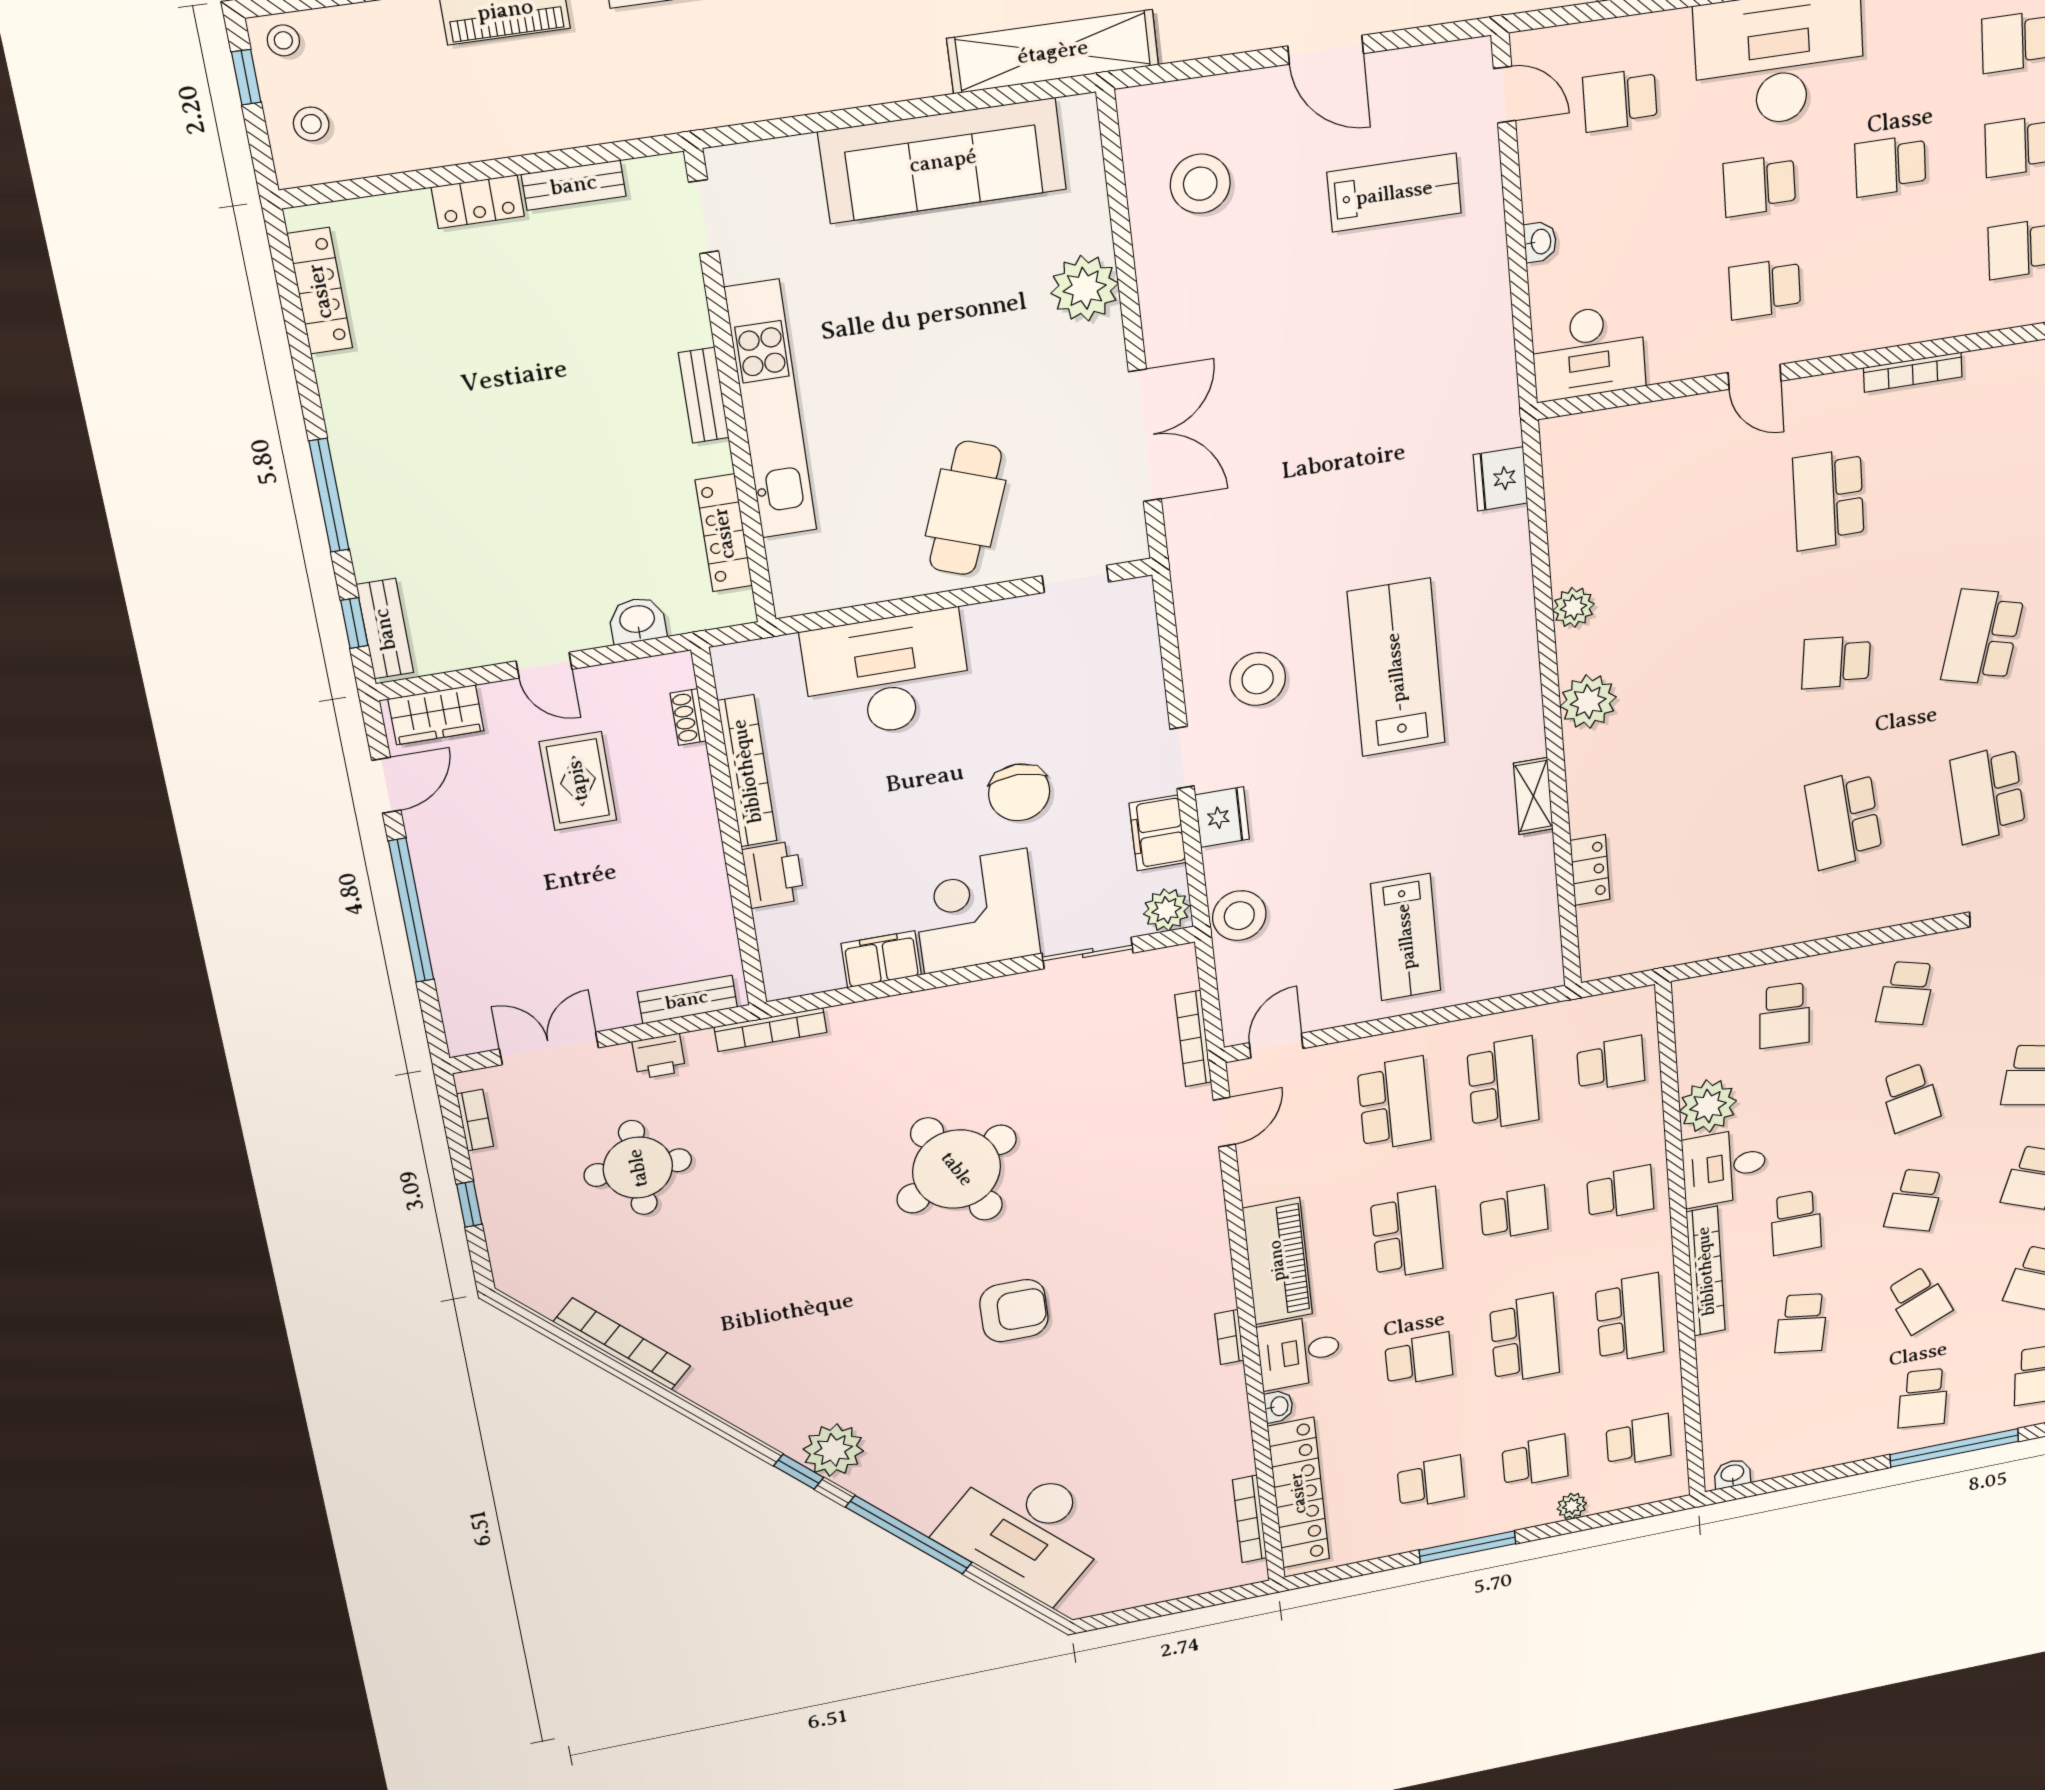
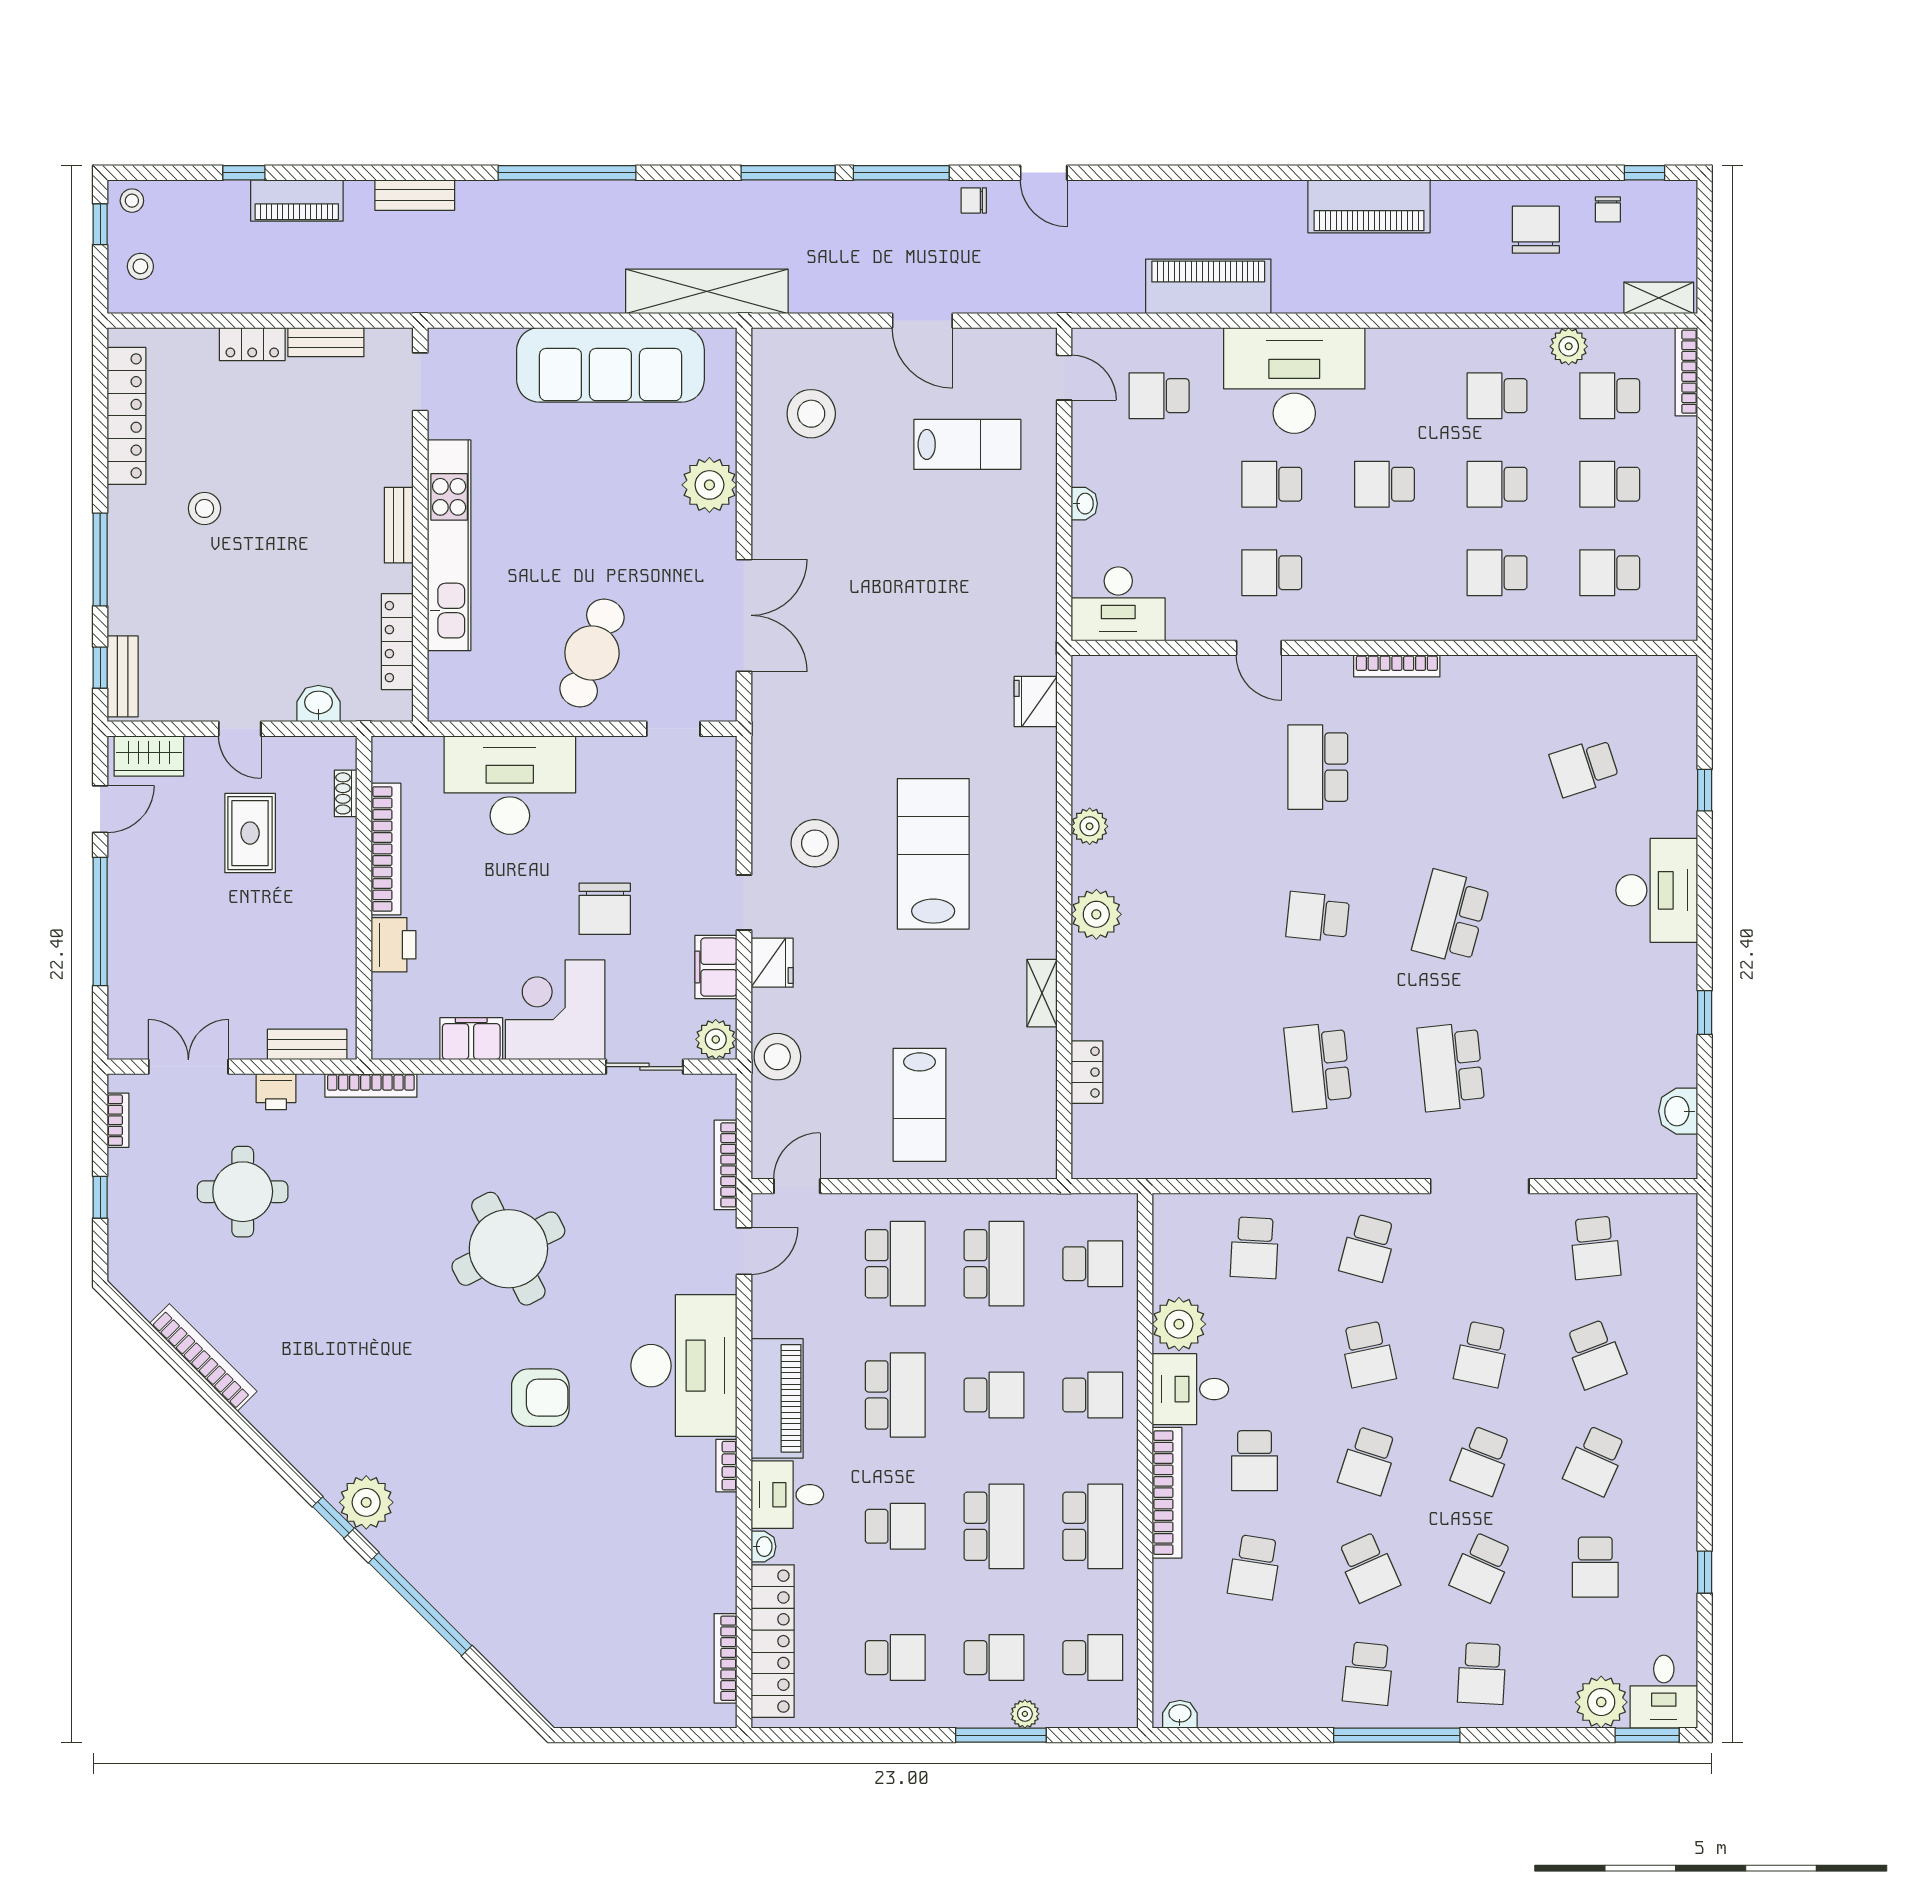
locker: (320, 291) -> (126, 416), width x1.41, depth x1.21
stool: (452, 413) -> (205, 508), added
desk: (1027, 1530) -> (684, 1366), moved, turned -135
window: (1468, 1547) -> (1001, 1735), moved

